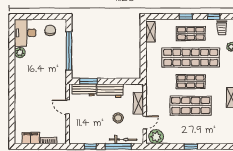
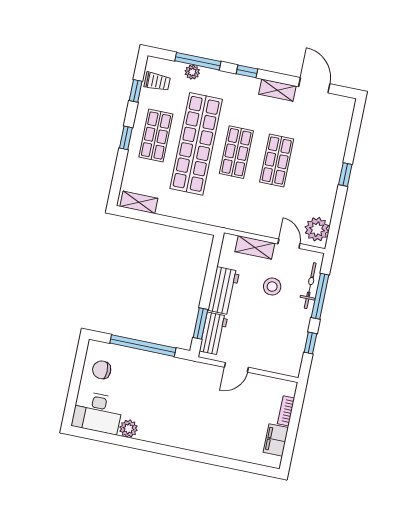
shop shelf: (191, 106) -> (277, 161), width x0.70, depth x0.74

